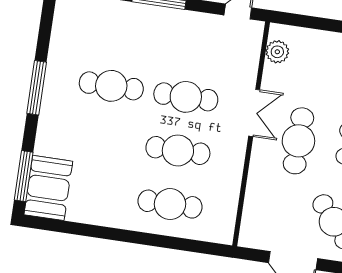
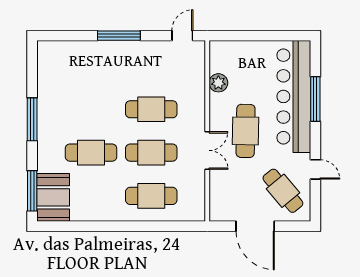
plant: (277, 52) -> (218, 83), moved
cafe table: (111, 86) -> (91, 153), moved
double door: (254, 113) -> (207, 150), moved

